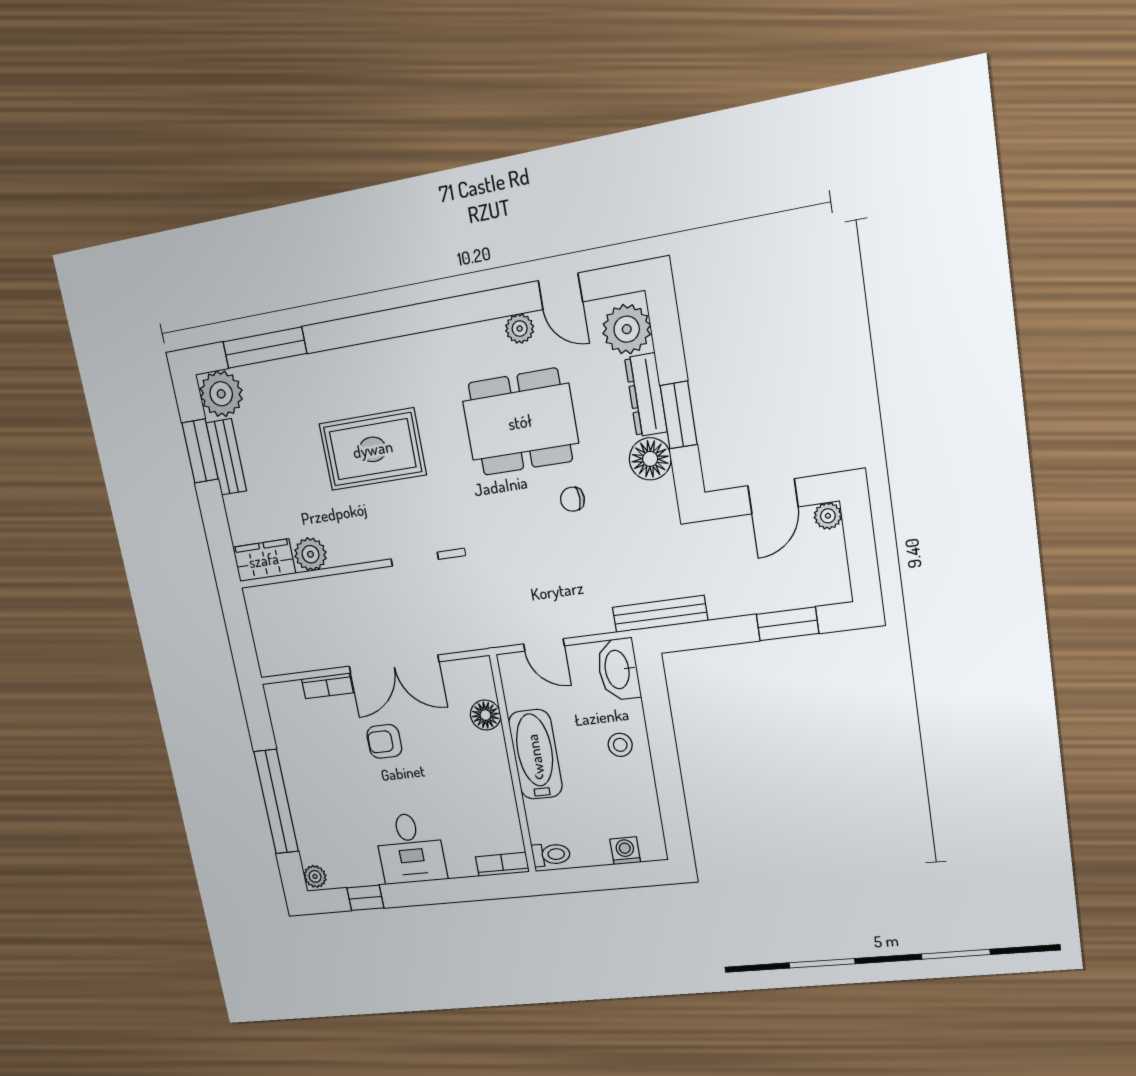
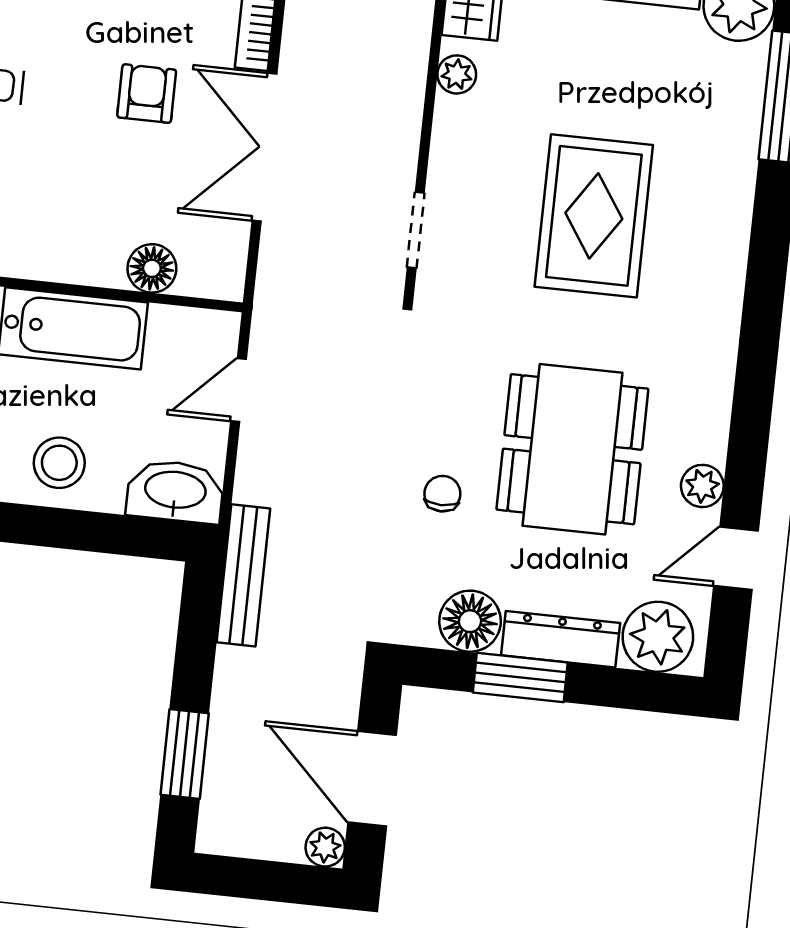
door: (773, 496) -> (372, 779), width x1.38
plant: (311, 554) -> (457, 74), width x0.73, depth x0.73
stool: (620, 745) -> (59, 463), width x1.37, depth x1.37

